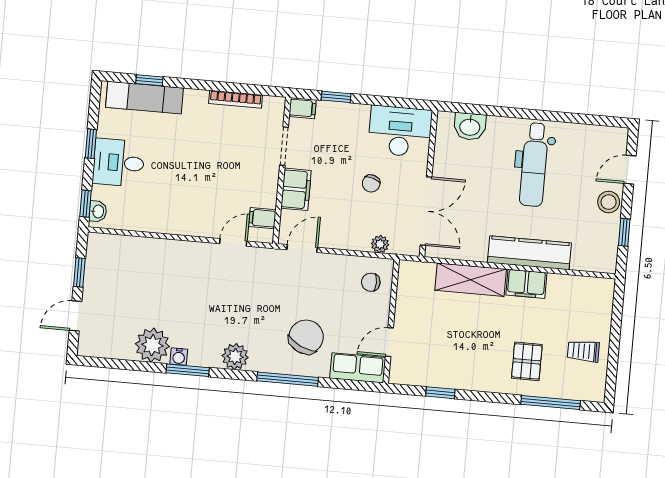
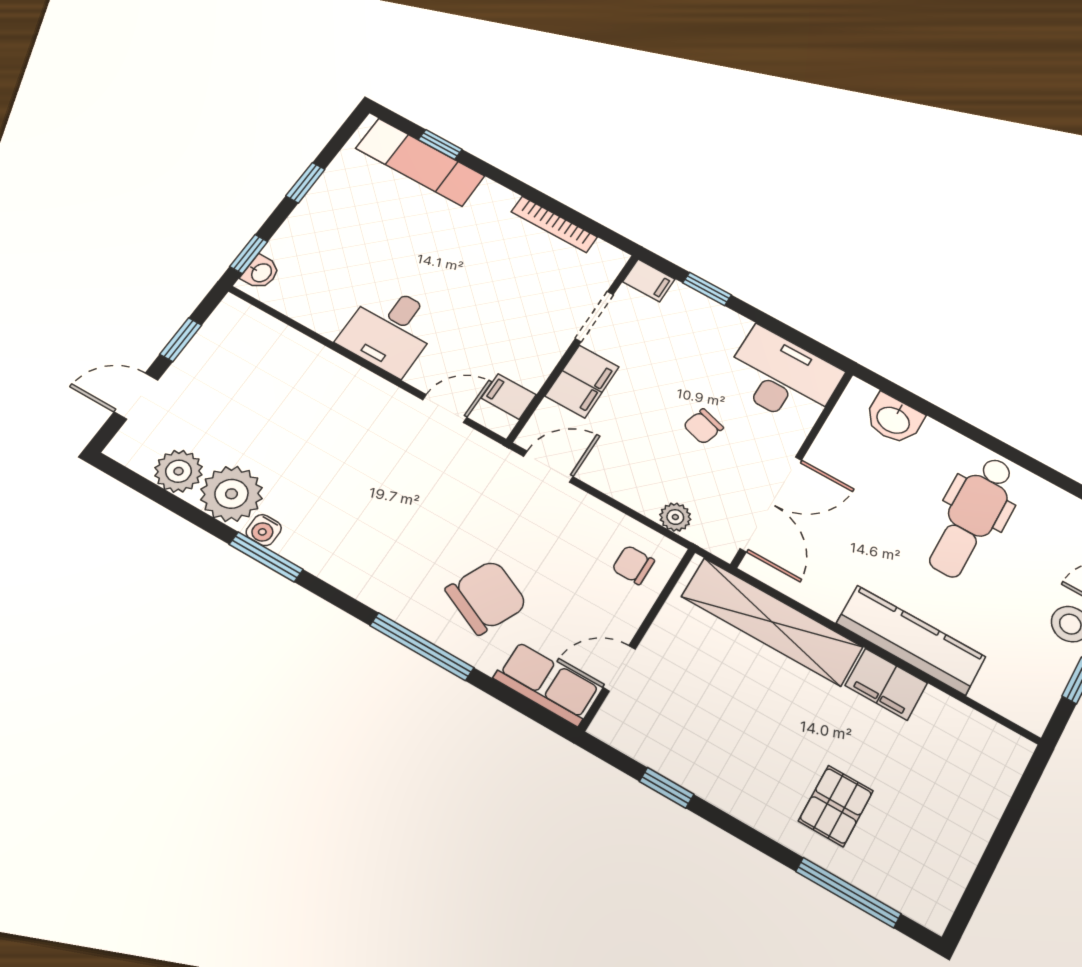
desk: (119, 163) -> (390, 330), moved, turned -90
shelving: (471, 280) -> (772, 622), width x1.47
trolley: (583, 351) -> (939, 834), removed
plant: (235, 357) -> (179, 471), moved

